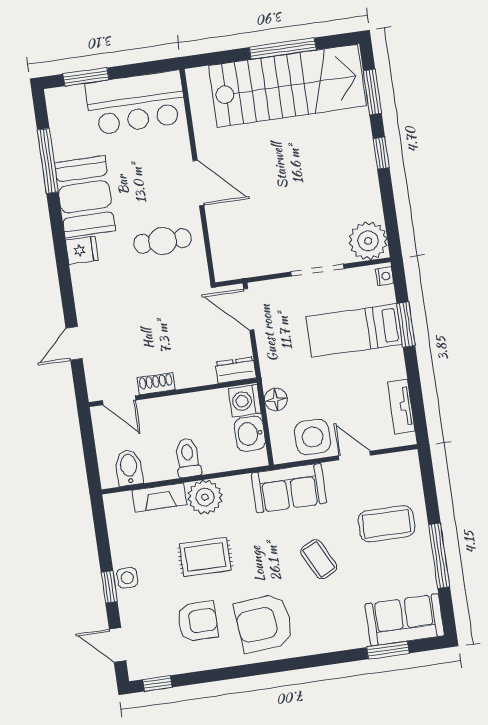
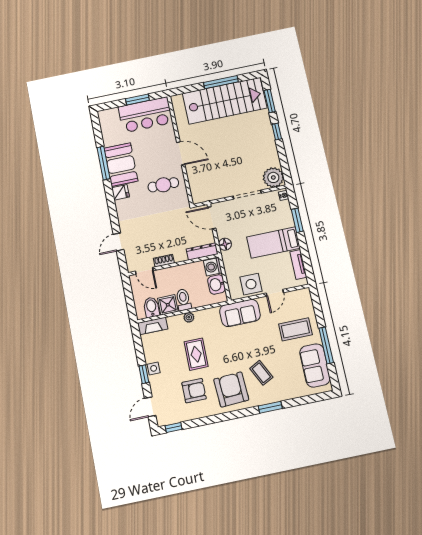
window: (86, 77) -> (137, 100), moved
window: (48, 161) -> (103, 163), moved
bed: (354, 330) -> (273, 243), moved
dresser: (236, 370) -> (202, 251), width x1.44
floor lamp: (276, 399) -> (225, 244), moved
door: (355, 456) -> (275, 293), swing flipped
shower: (159, 465) -> (168, 305), added
fireplace: (159, 497) -> (153, 326), moved
plant: (205, 497) -> (189, 317), width x0.53, depth x0.53
rug: (205, 557) -> (196, 354), turned 90
coffee table: (319, 559) -> (261, 373), moved
sofa: (405, 620) -> (315, 365), moved, turned -90
armchair: (264, 623) -> (231, 390), turned 92
door: (118, 645) -> (150, 407), hinge flipped
window: (388, 650) -> (270, 407), moved

